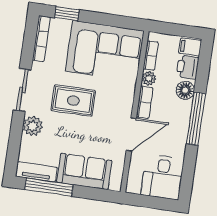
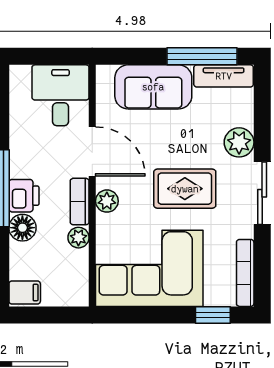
bookcase: (151, 56) -> (80, 271), removed
printer: (188, 67) -> (24, 196), moved
plant: (126, 100) -> (107, 201), added
door: (131, 134) -> (92, 151), swing flipped
desk: (162, 177) -> (61, 95), moved

